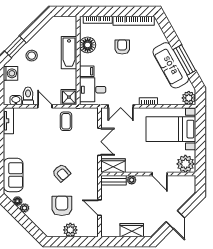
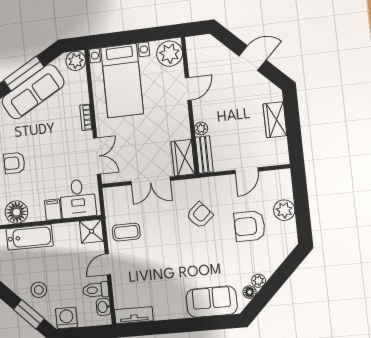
double door: (100, 142) -> (151, 181), swing flipped
armchair: (61, 173) -> (200, 215), moved

